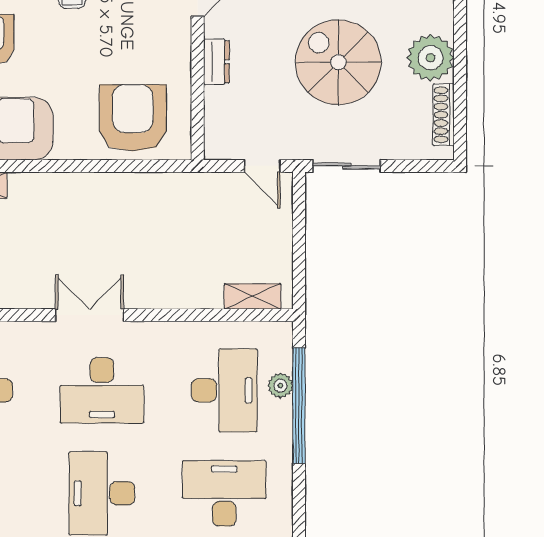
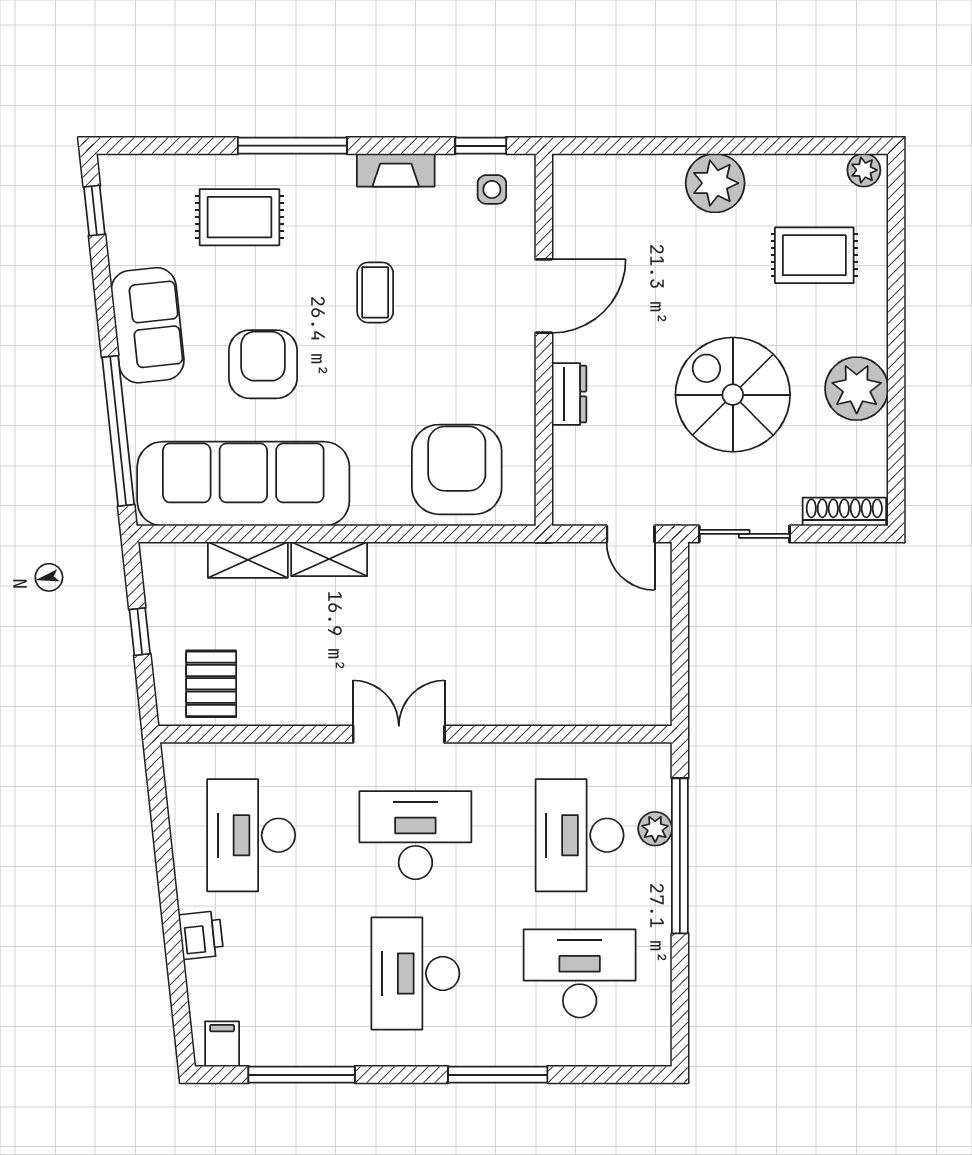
shoe rack: (443, 115) -> (844, 512), moved, turned 90
shelving: (253, 296) -> (329, 559), moved
desk: (102, 390) -> (415, 835), turned 180
desk: (224, 390) -> (580, 835), turned 180

